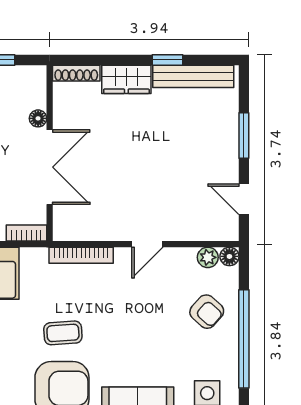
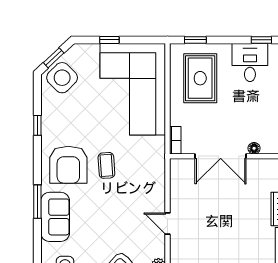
bookcase: (81, 255) -> (160, 178), removed

